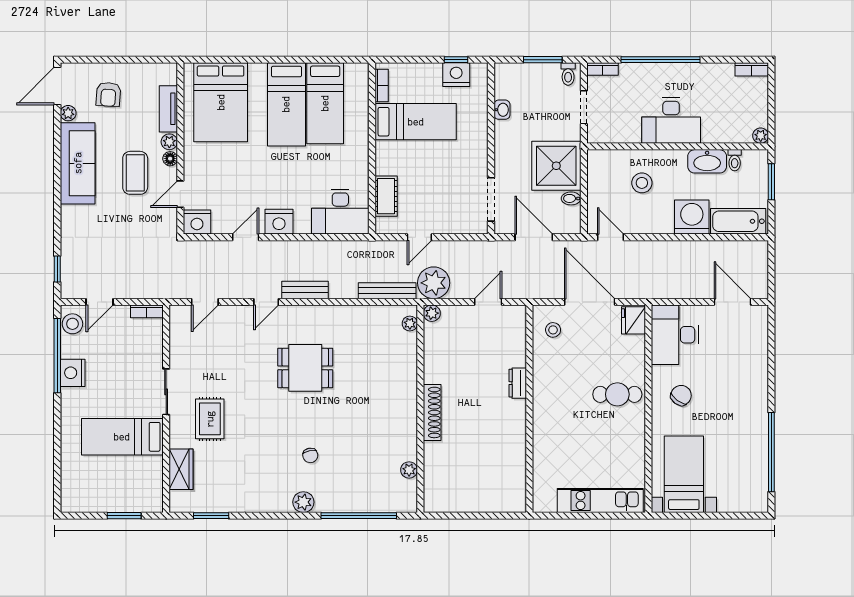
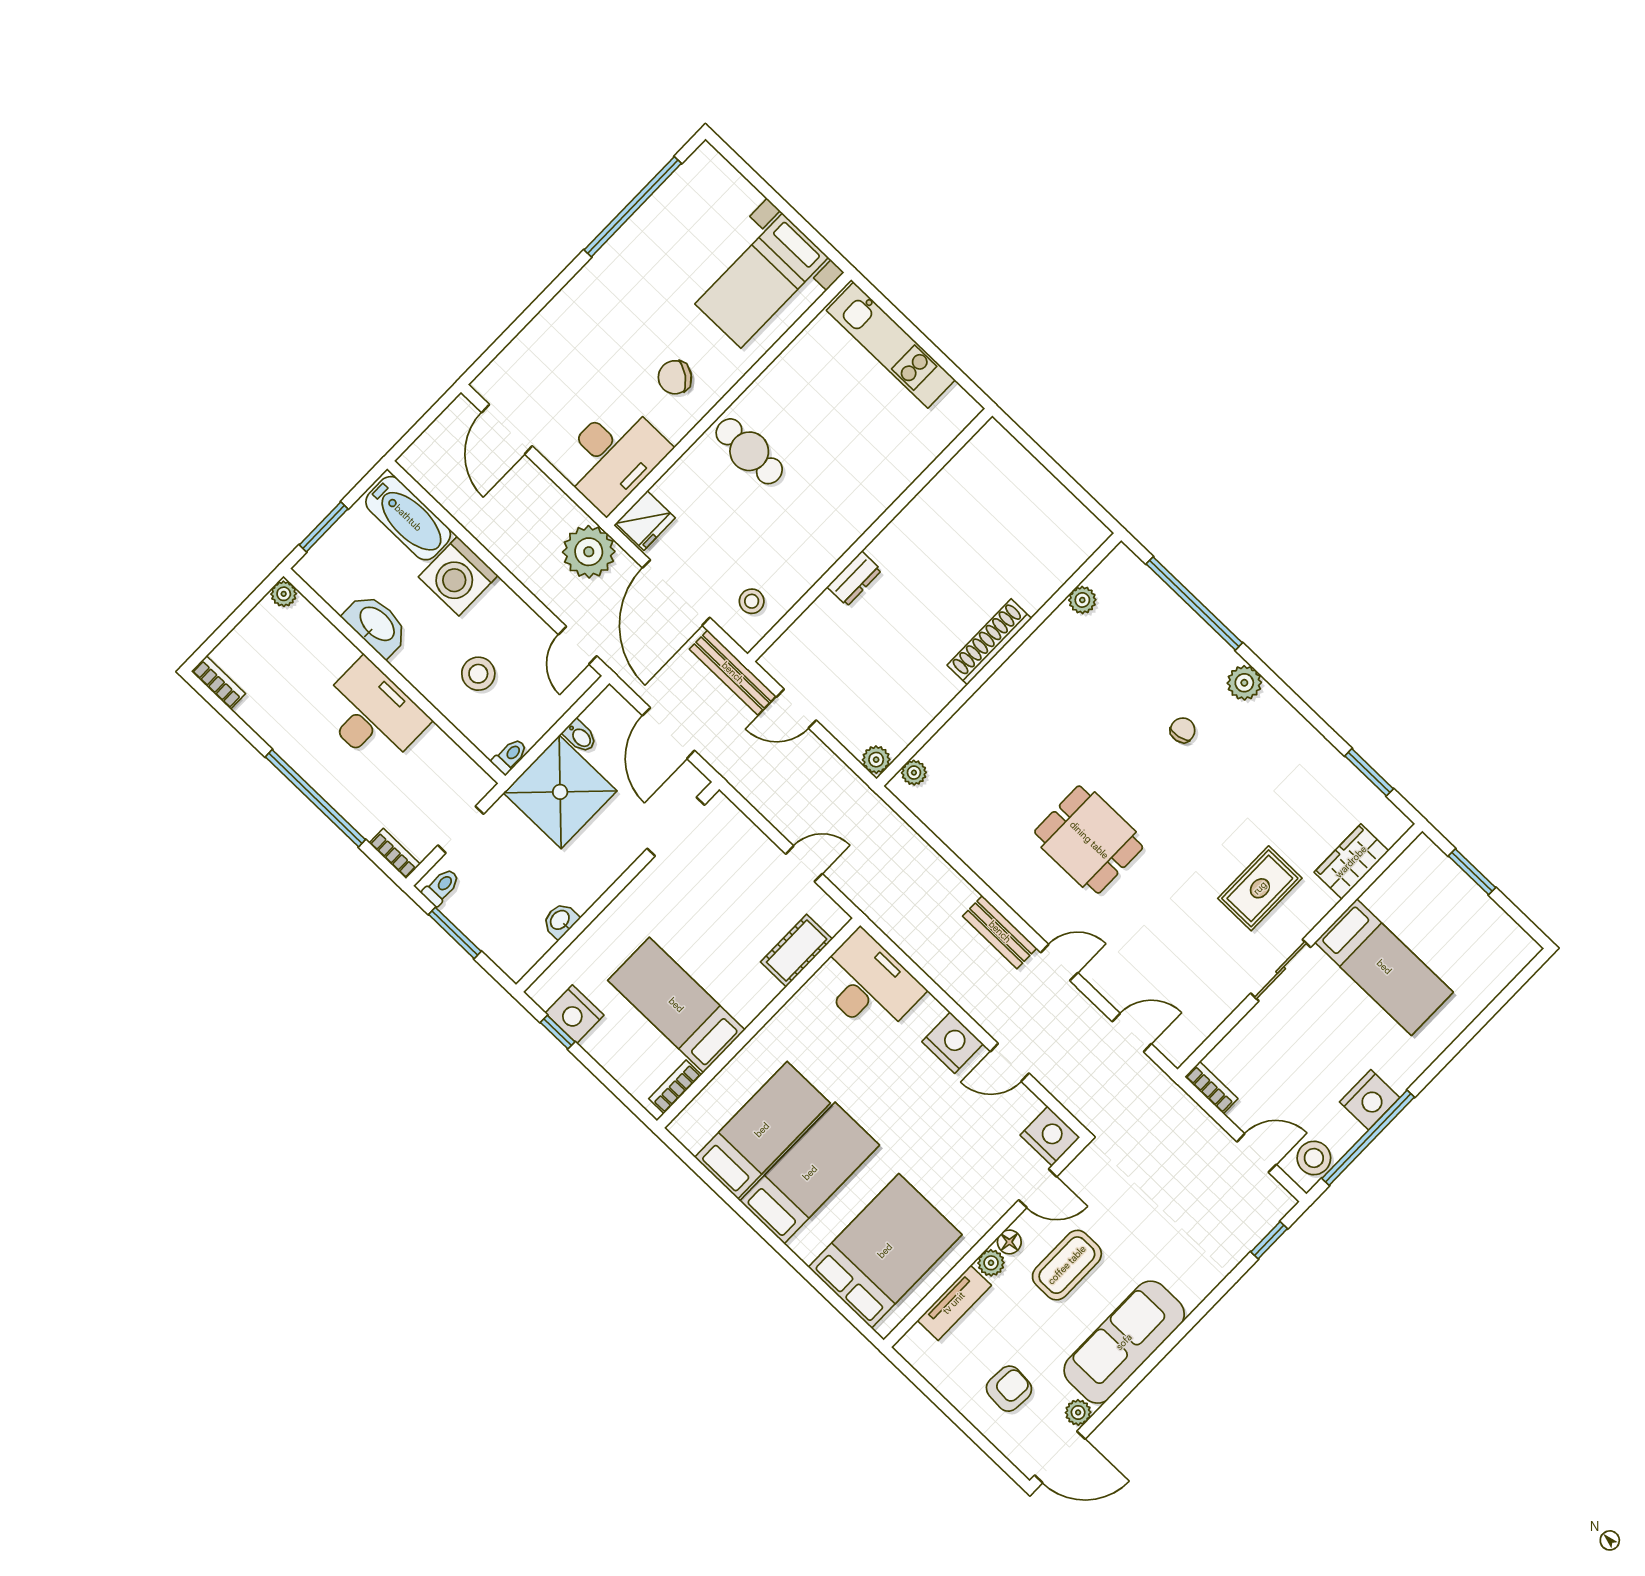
toilet: (735, 160) -> (510, 756), moved
plant: (434, 283) -> (589, 552), moved
bench: (387, 291) -> (733, 673), moved

